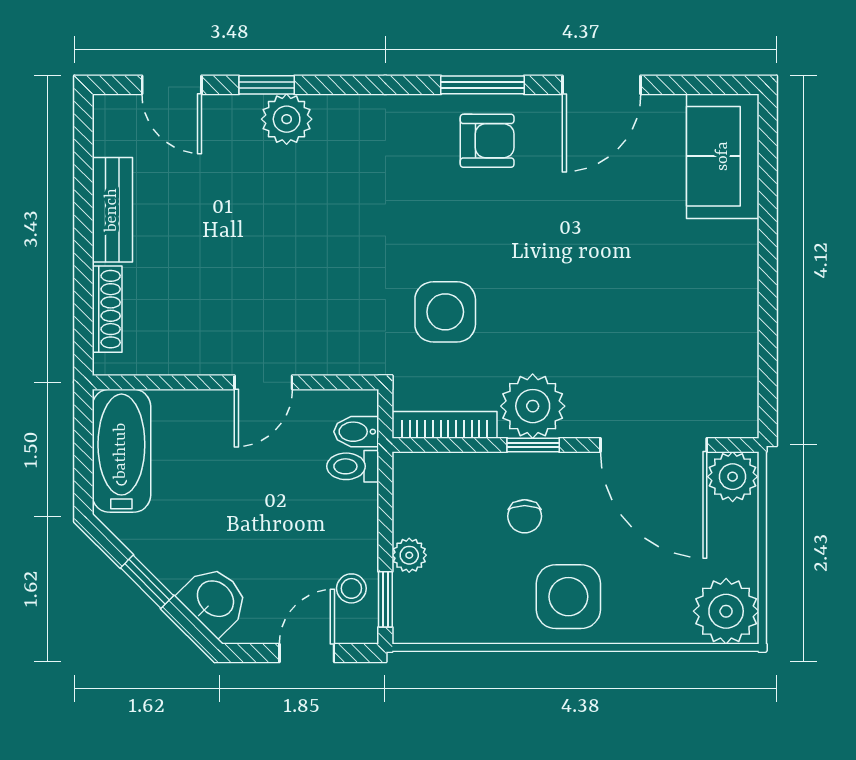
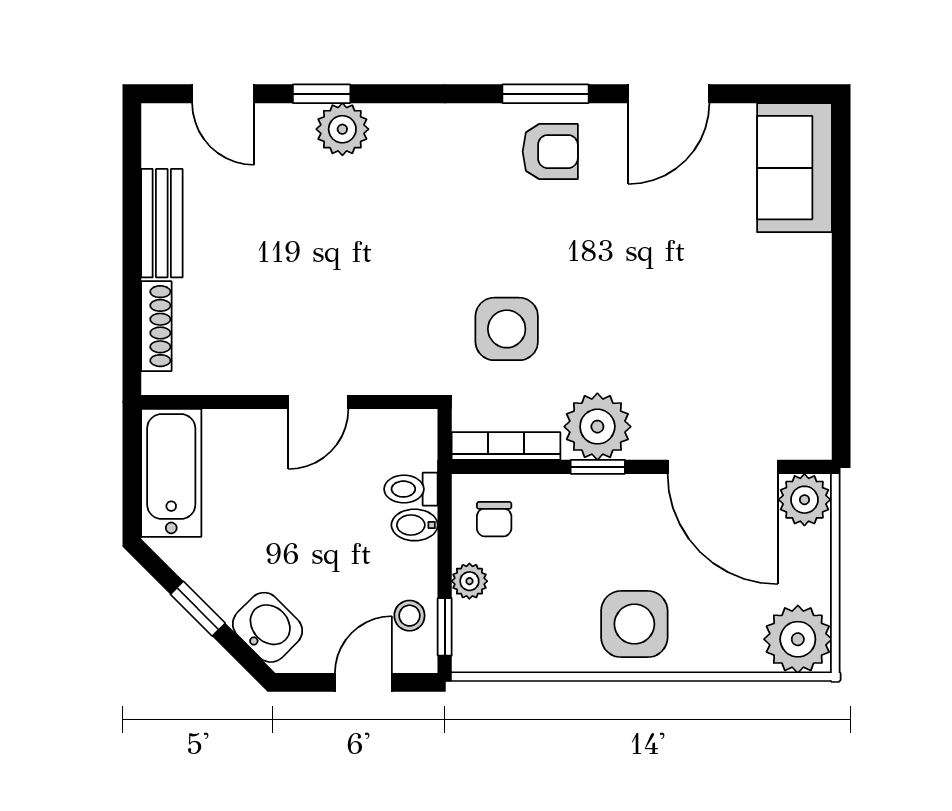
bidet: (356, 432) -> (415, 525), moved
chair: (525, 516) -> (494, 519), moved

